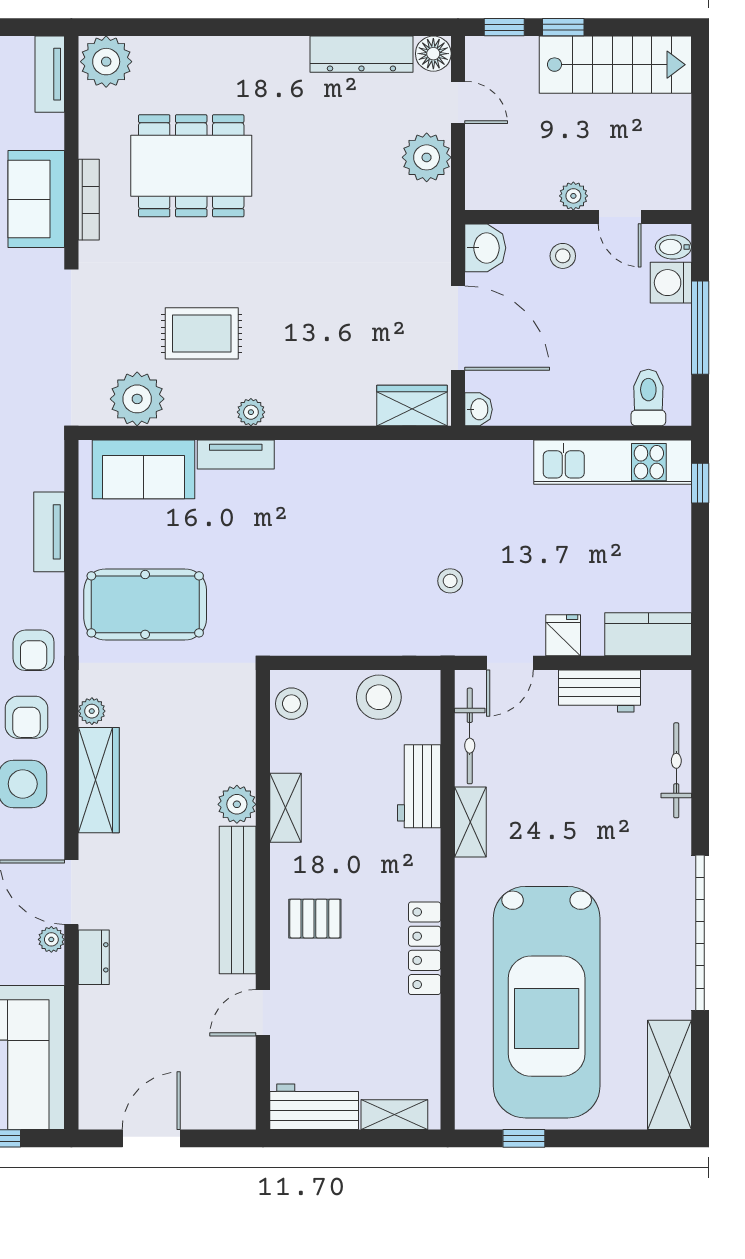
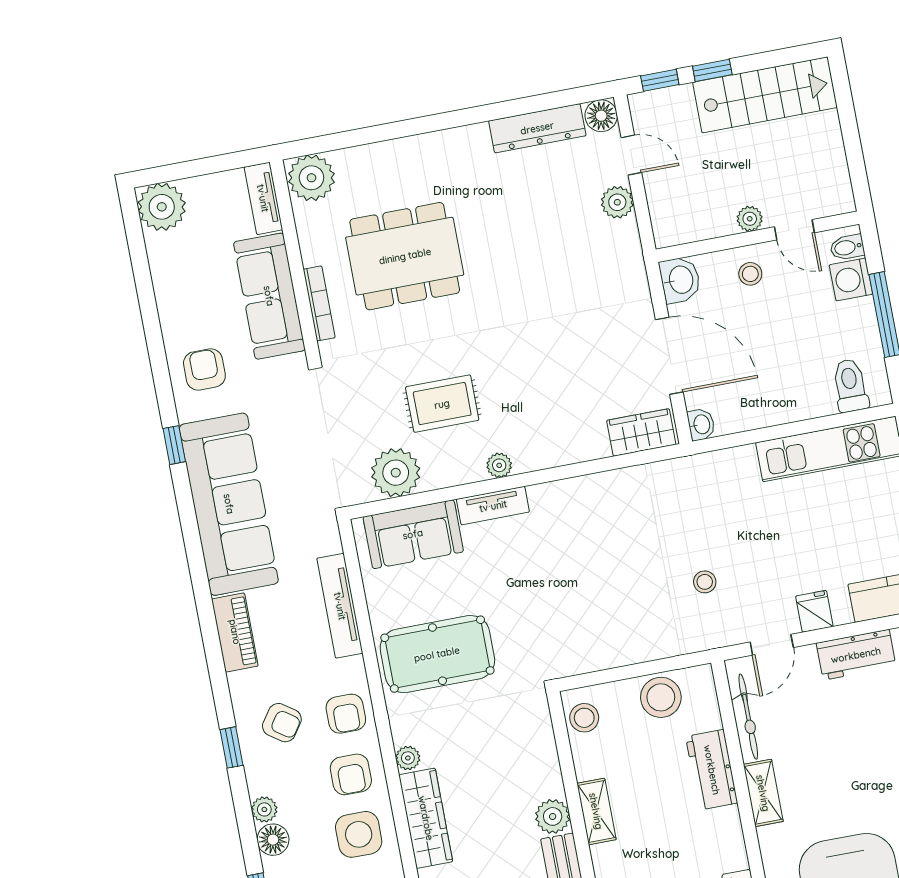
plant: (427, 157) -> (617, 202), width x0.73, depth x0.73
sofa: (36, 199) -> (269, 296), width x1.36
tv unit: (49, 532) -> (340, 606), width x1.41

